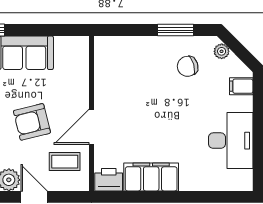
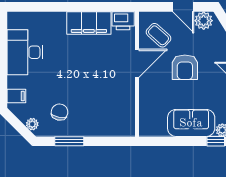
chair: (188, 66) -> (60, 112), turned -62
armchair: (32, 122) -> (185, 67), turned 104
coffee table: (65, 162) -> (159, 35), turned 42

